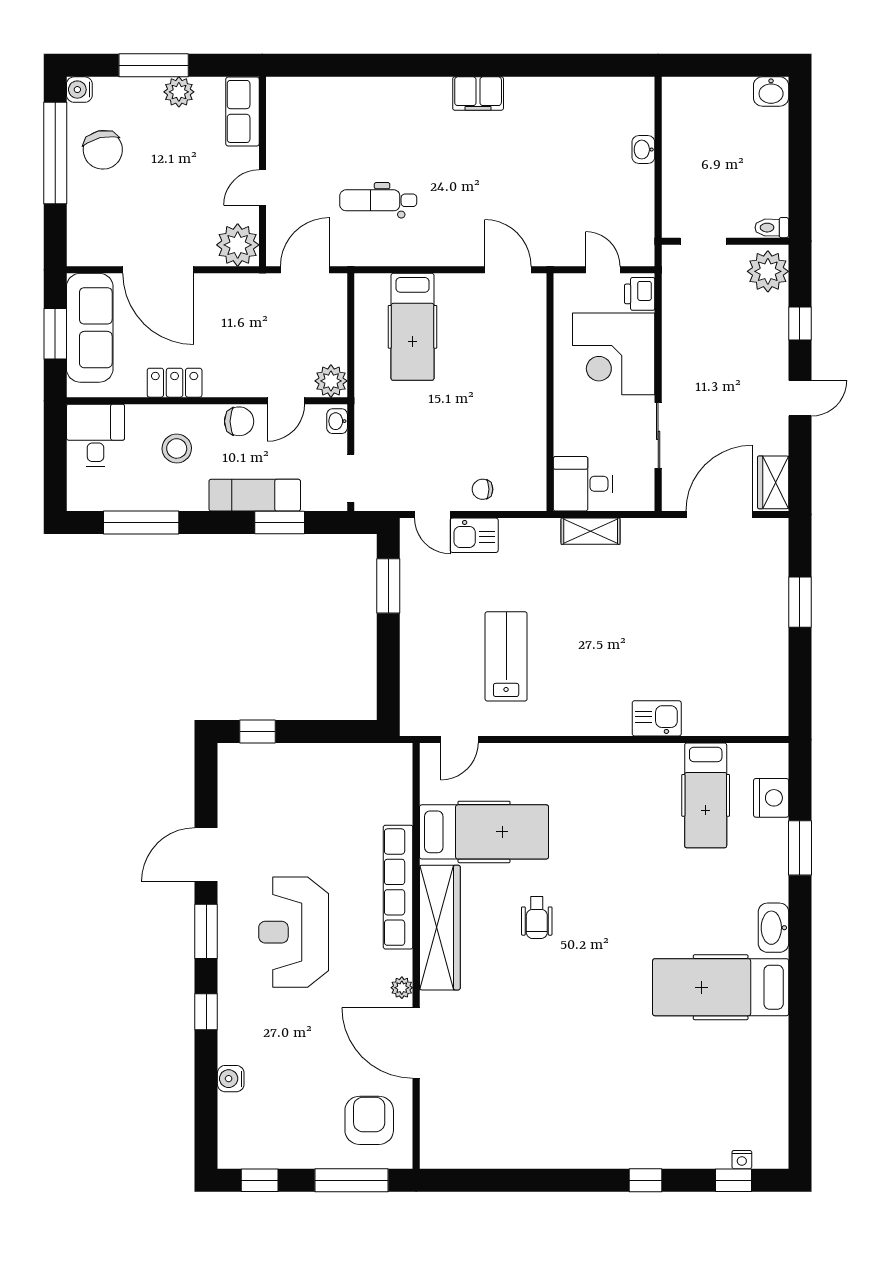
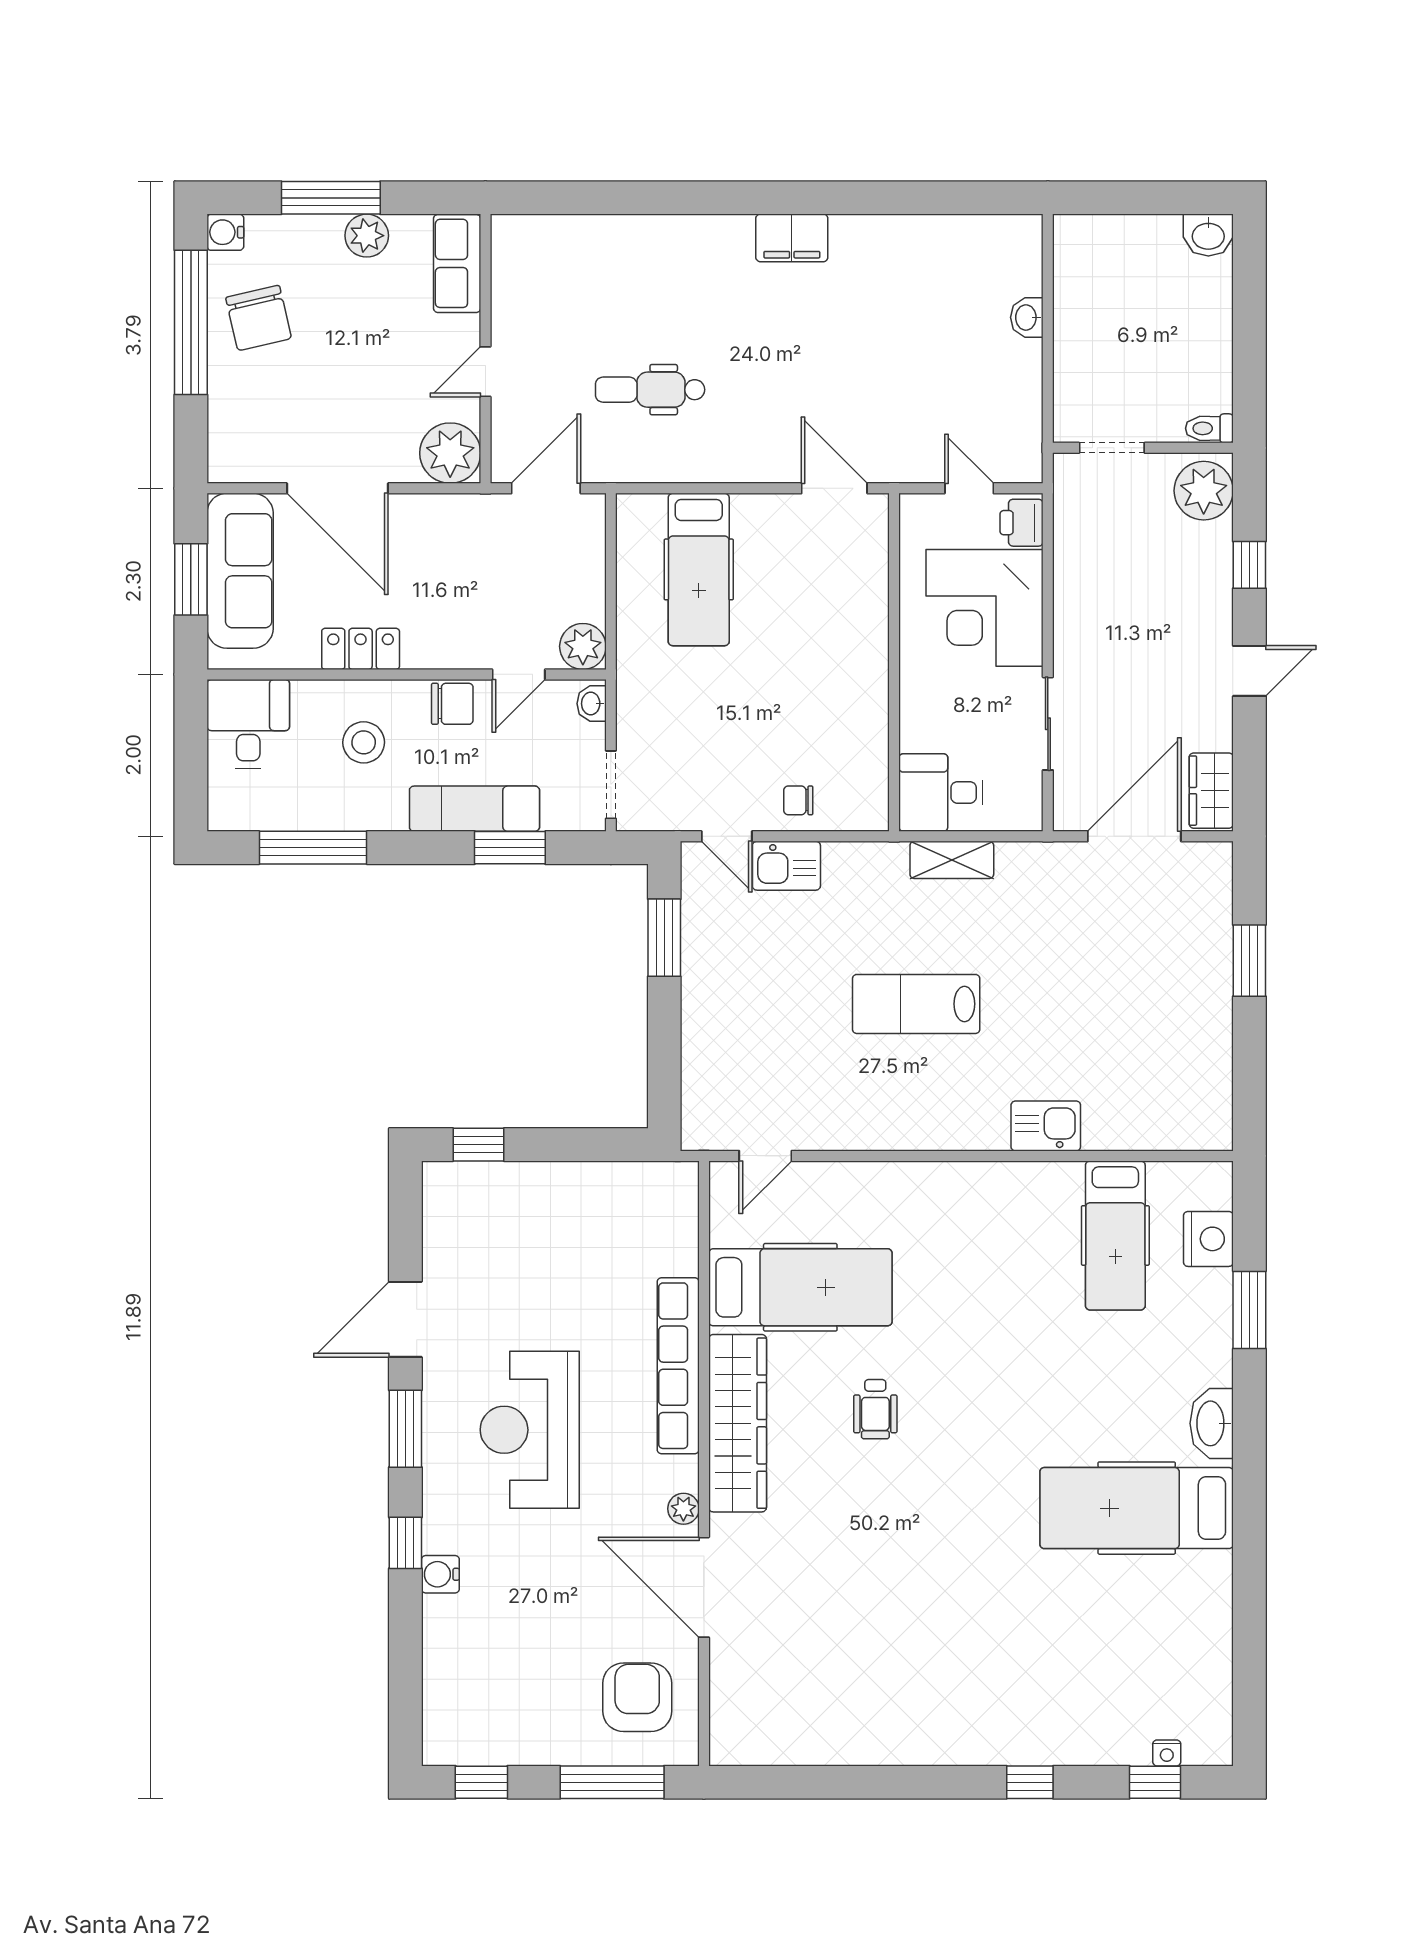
lab bench: (506, 656) -> (916, 1004), moved, turned -90
water cooler: (231, 1079) -> (440, 1574), moved

